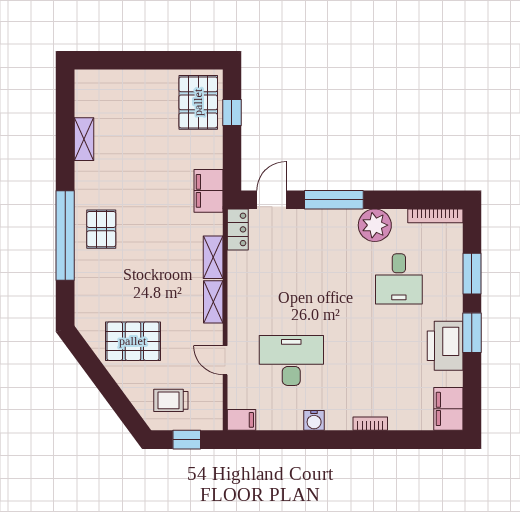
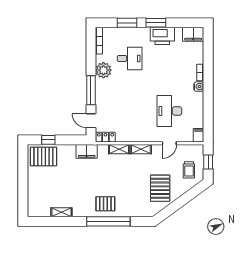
water cooler: (314, 420) -> (199, 87), moved

